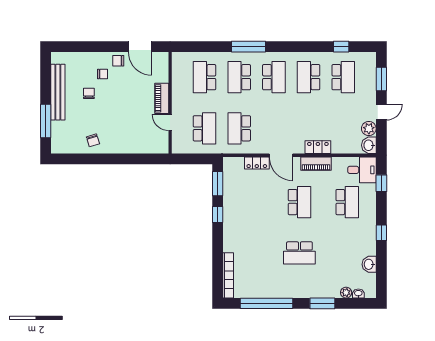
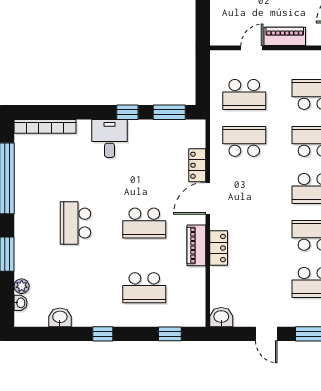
plant: (369, 129) -> (244, 317), removed
desk: (362, 170) -> (109, 138), moved, turned 180

